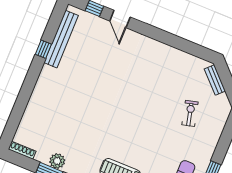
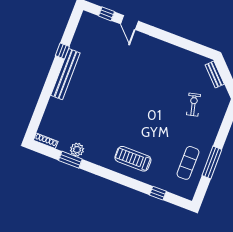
bench: (61, 39) -> (65, 74), moved

